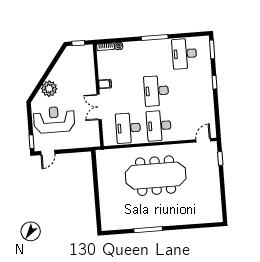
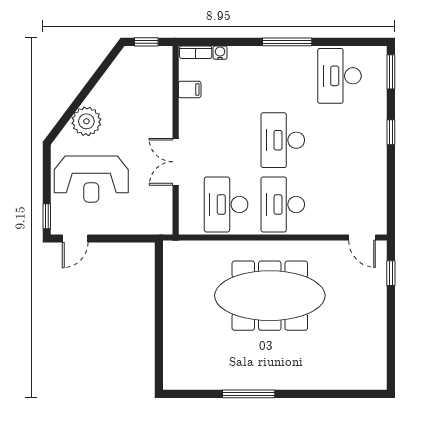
filing cabinet: (105, 84) -> (190, 89), moved
reception desk: (54, 120) -> (91, 179), turned 180
door: (203, 140) -> (362, 238), swing flipped

